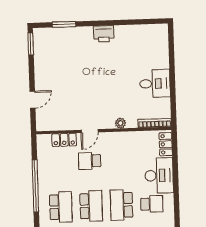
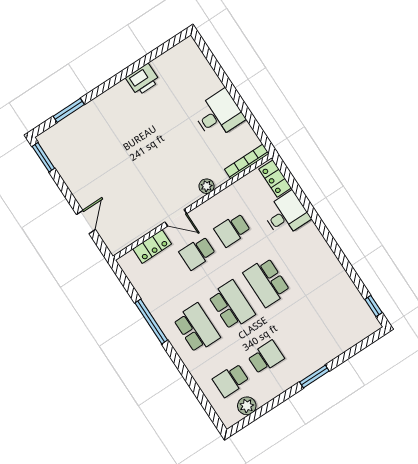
printer: (104, 34) -> (143, 80), moved
door: (90, 131) -> (176, 218), hinge flipped
desk: (159, 175) -> (286, 215), width x0.73
window: (35, 186) -> (151, 321), width x0.68
school desk: (152, 204) -> (232, 230), moved, turned 180

